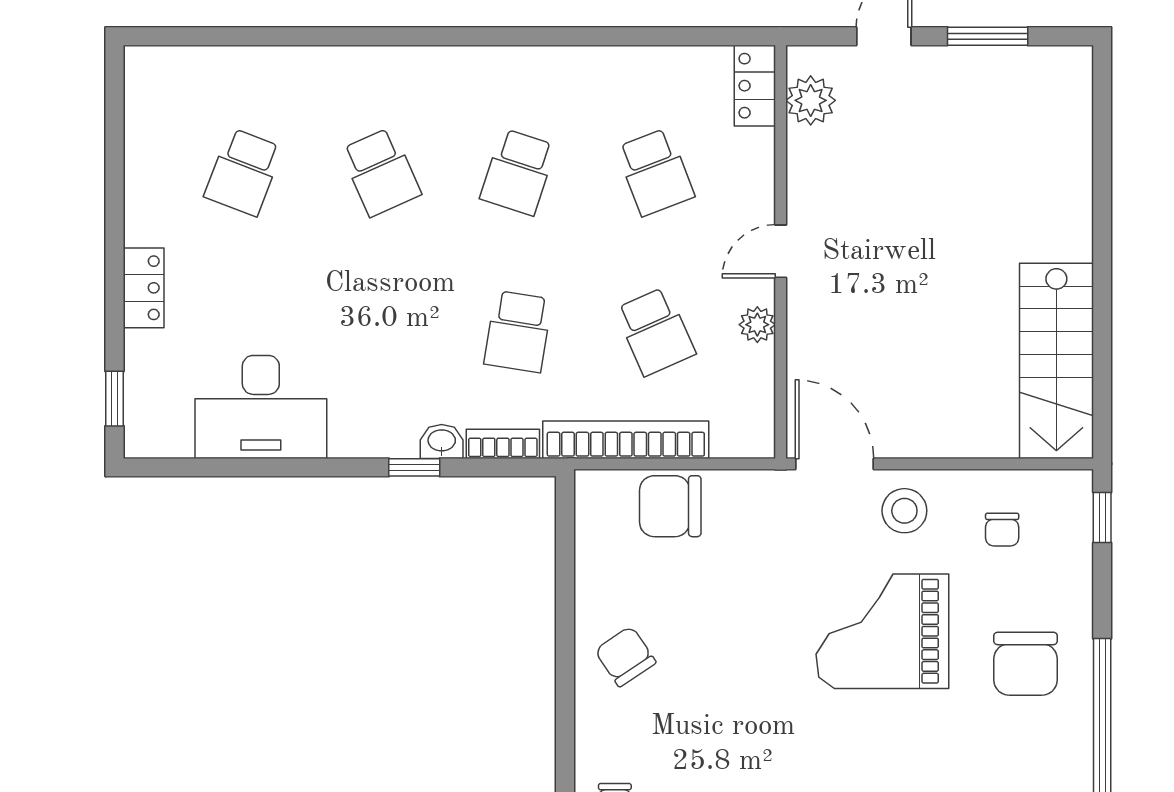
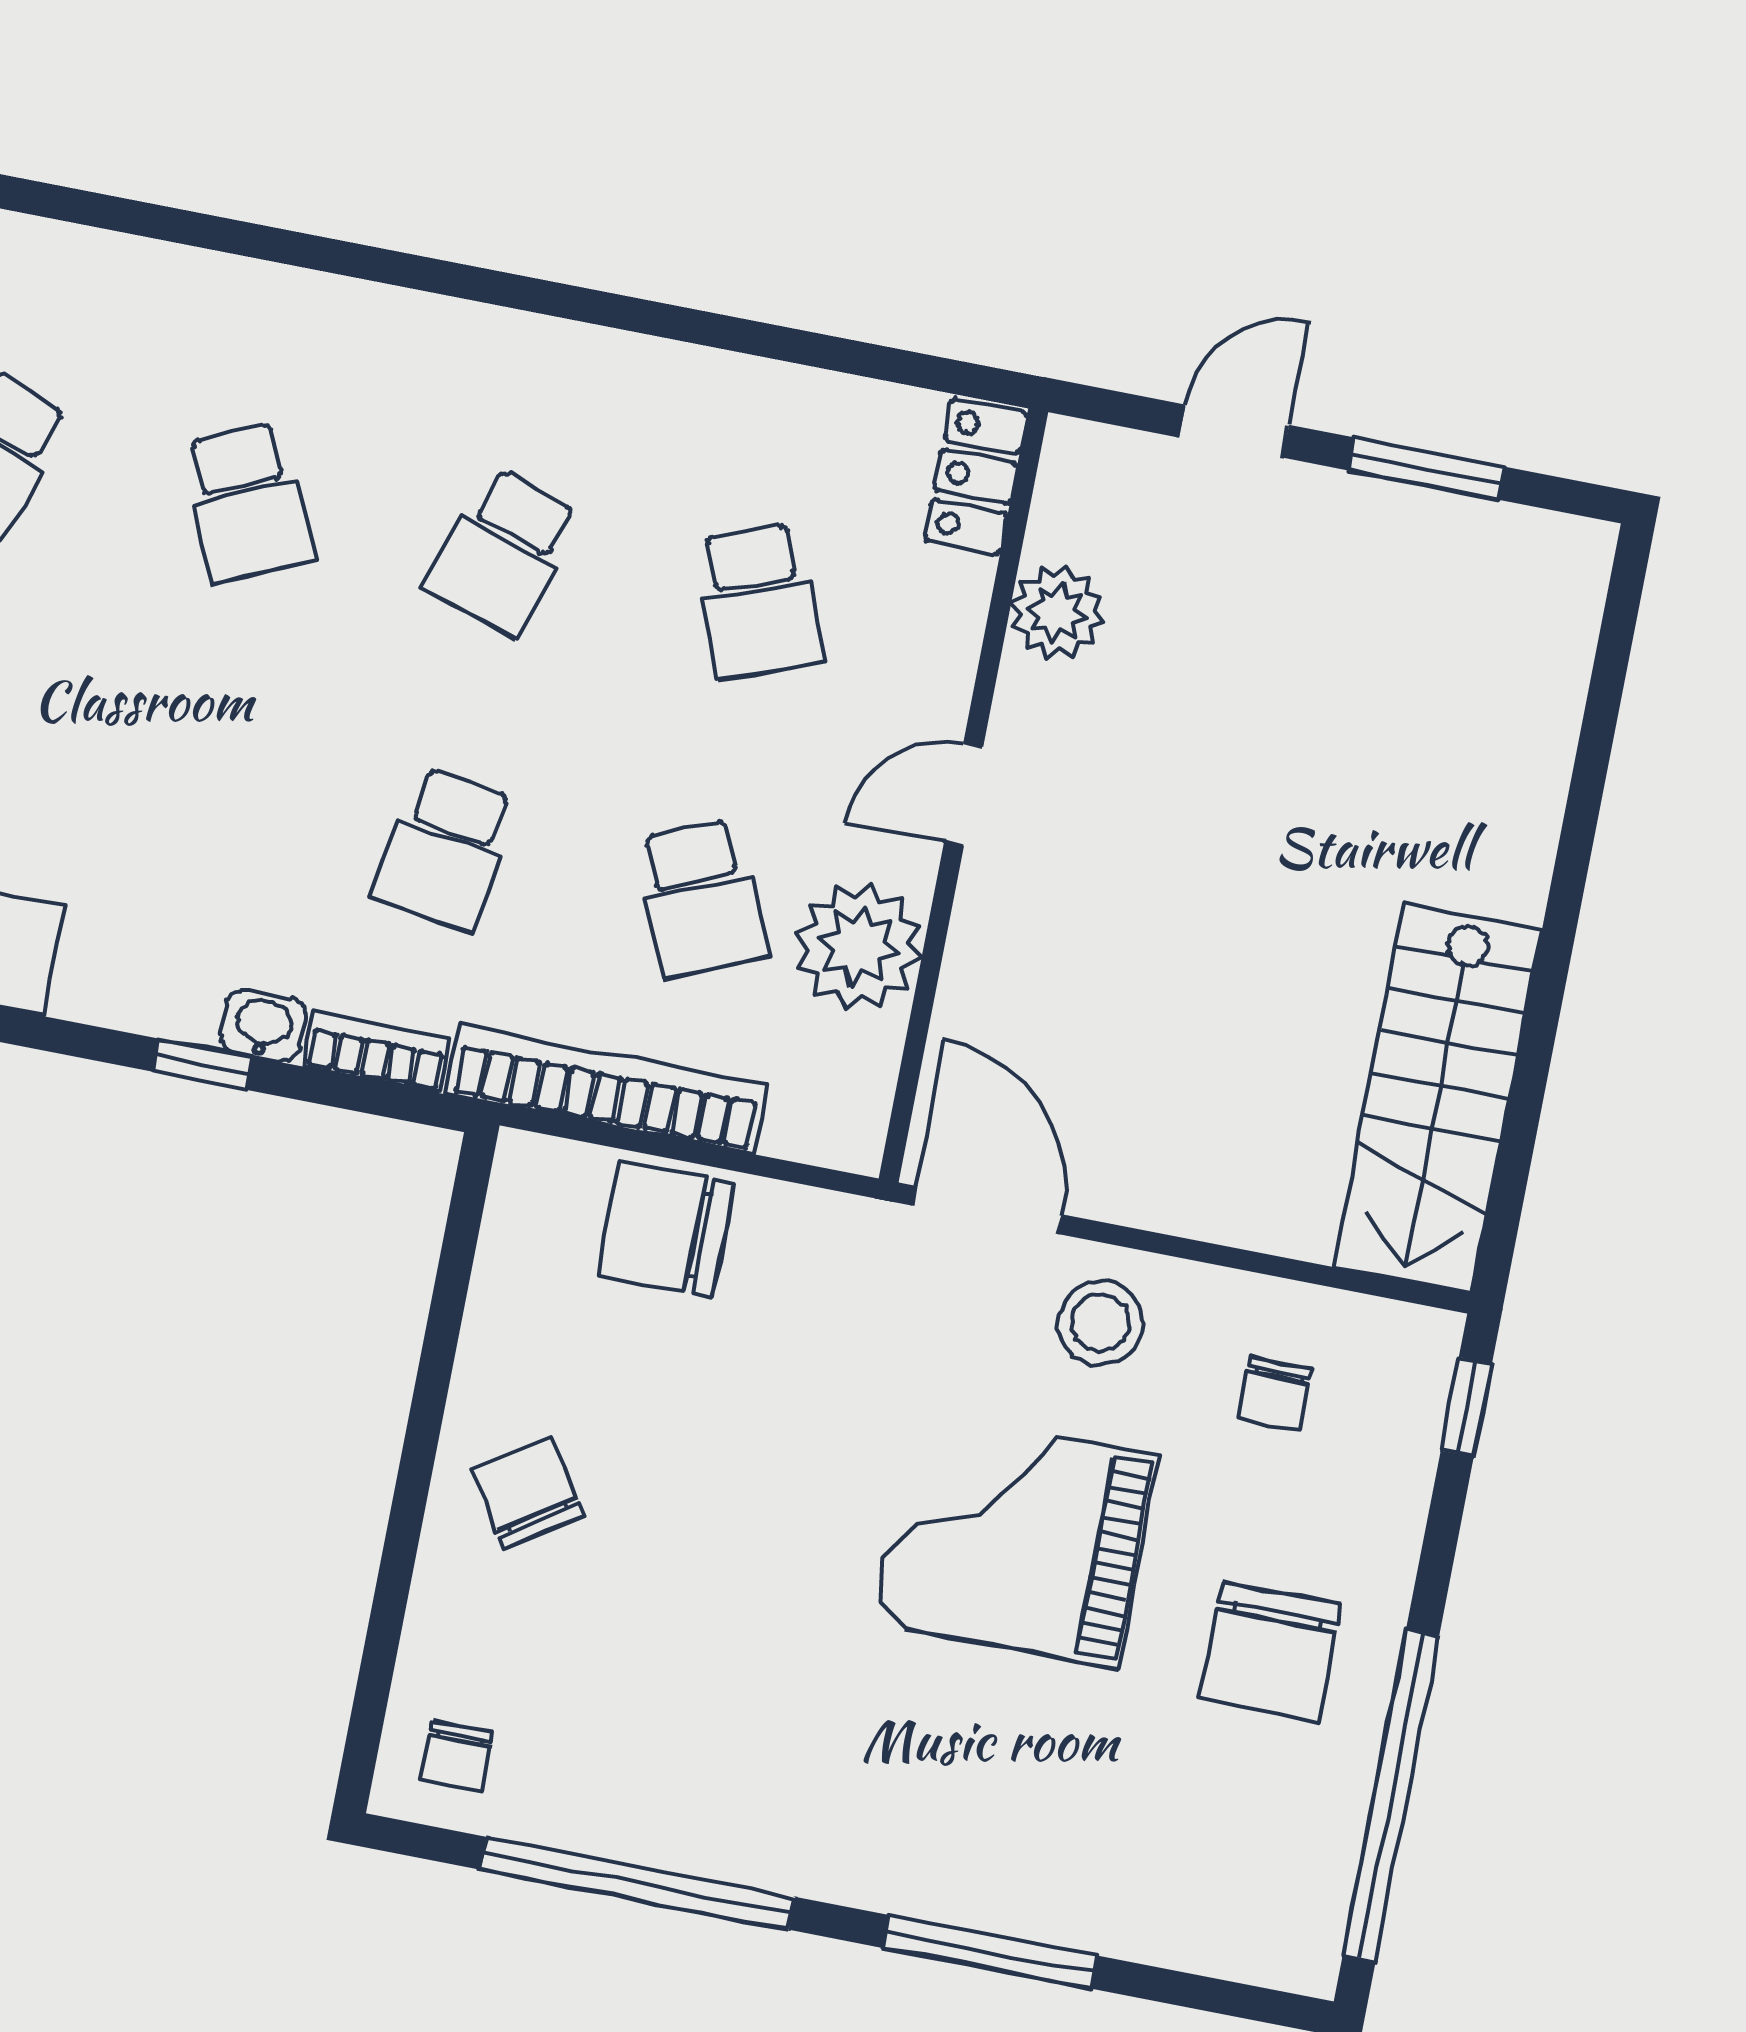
plant: (811, 100) -> (1057, 613), moved
plant: (757, 325) -> (859, 946), width x1.87, depth x1.87

